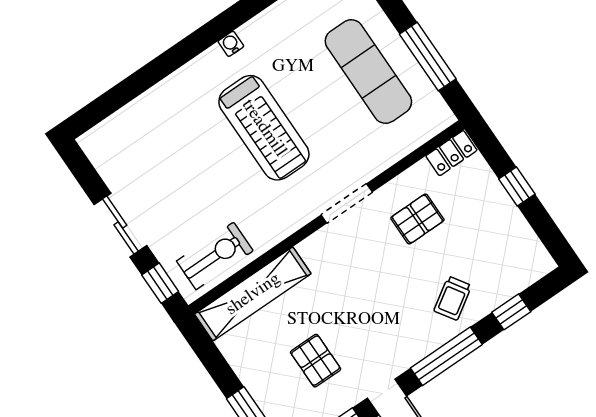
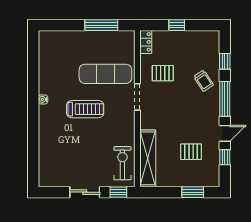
exercise mat: (368, 72) -> (105, 74), moved
treadmill: (264, 128) -> (85, 109), width x0.73, depth x0.73
pallet: (417, 219) -> (163, 73), turned 90

